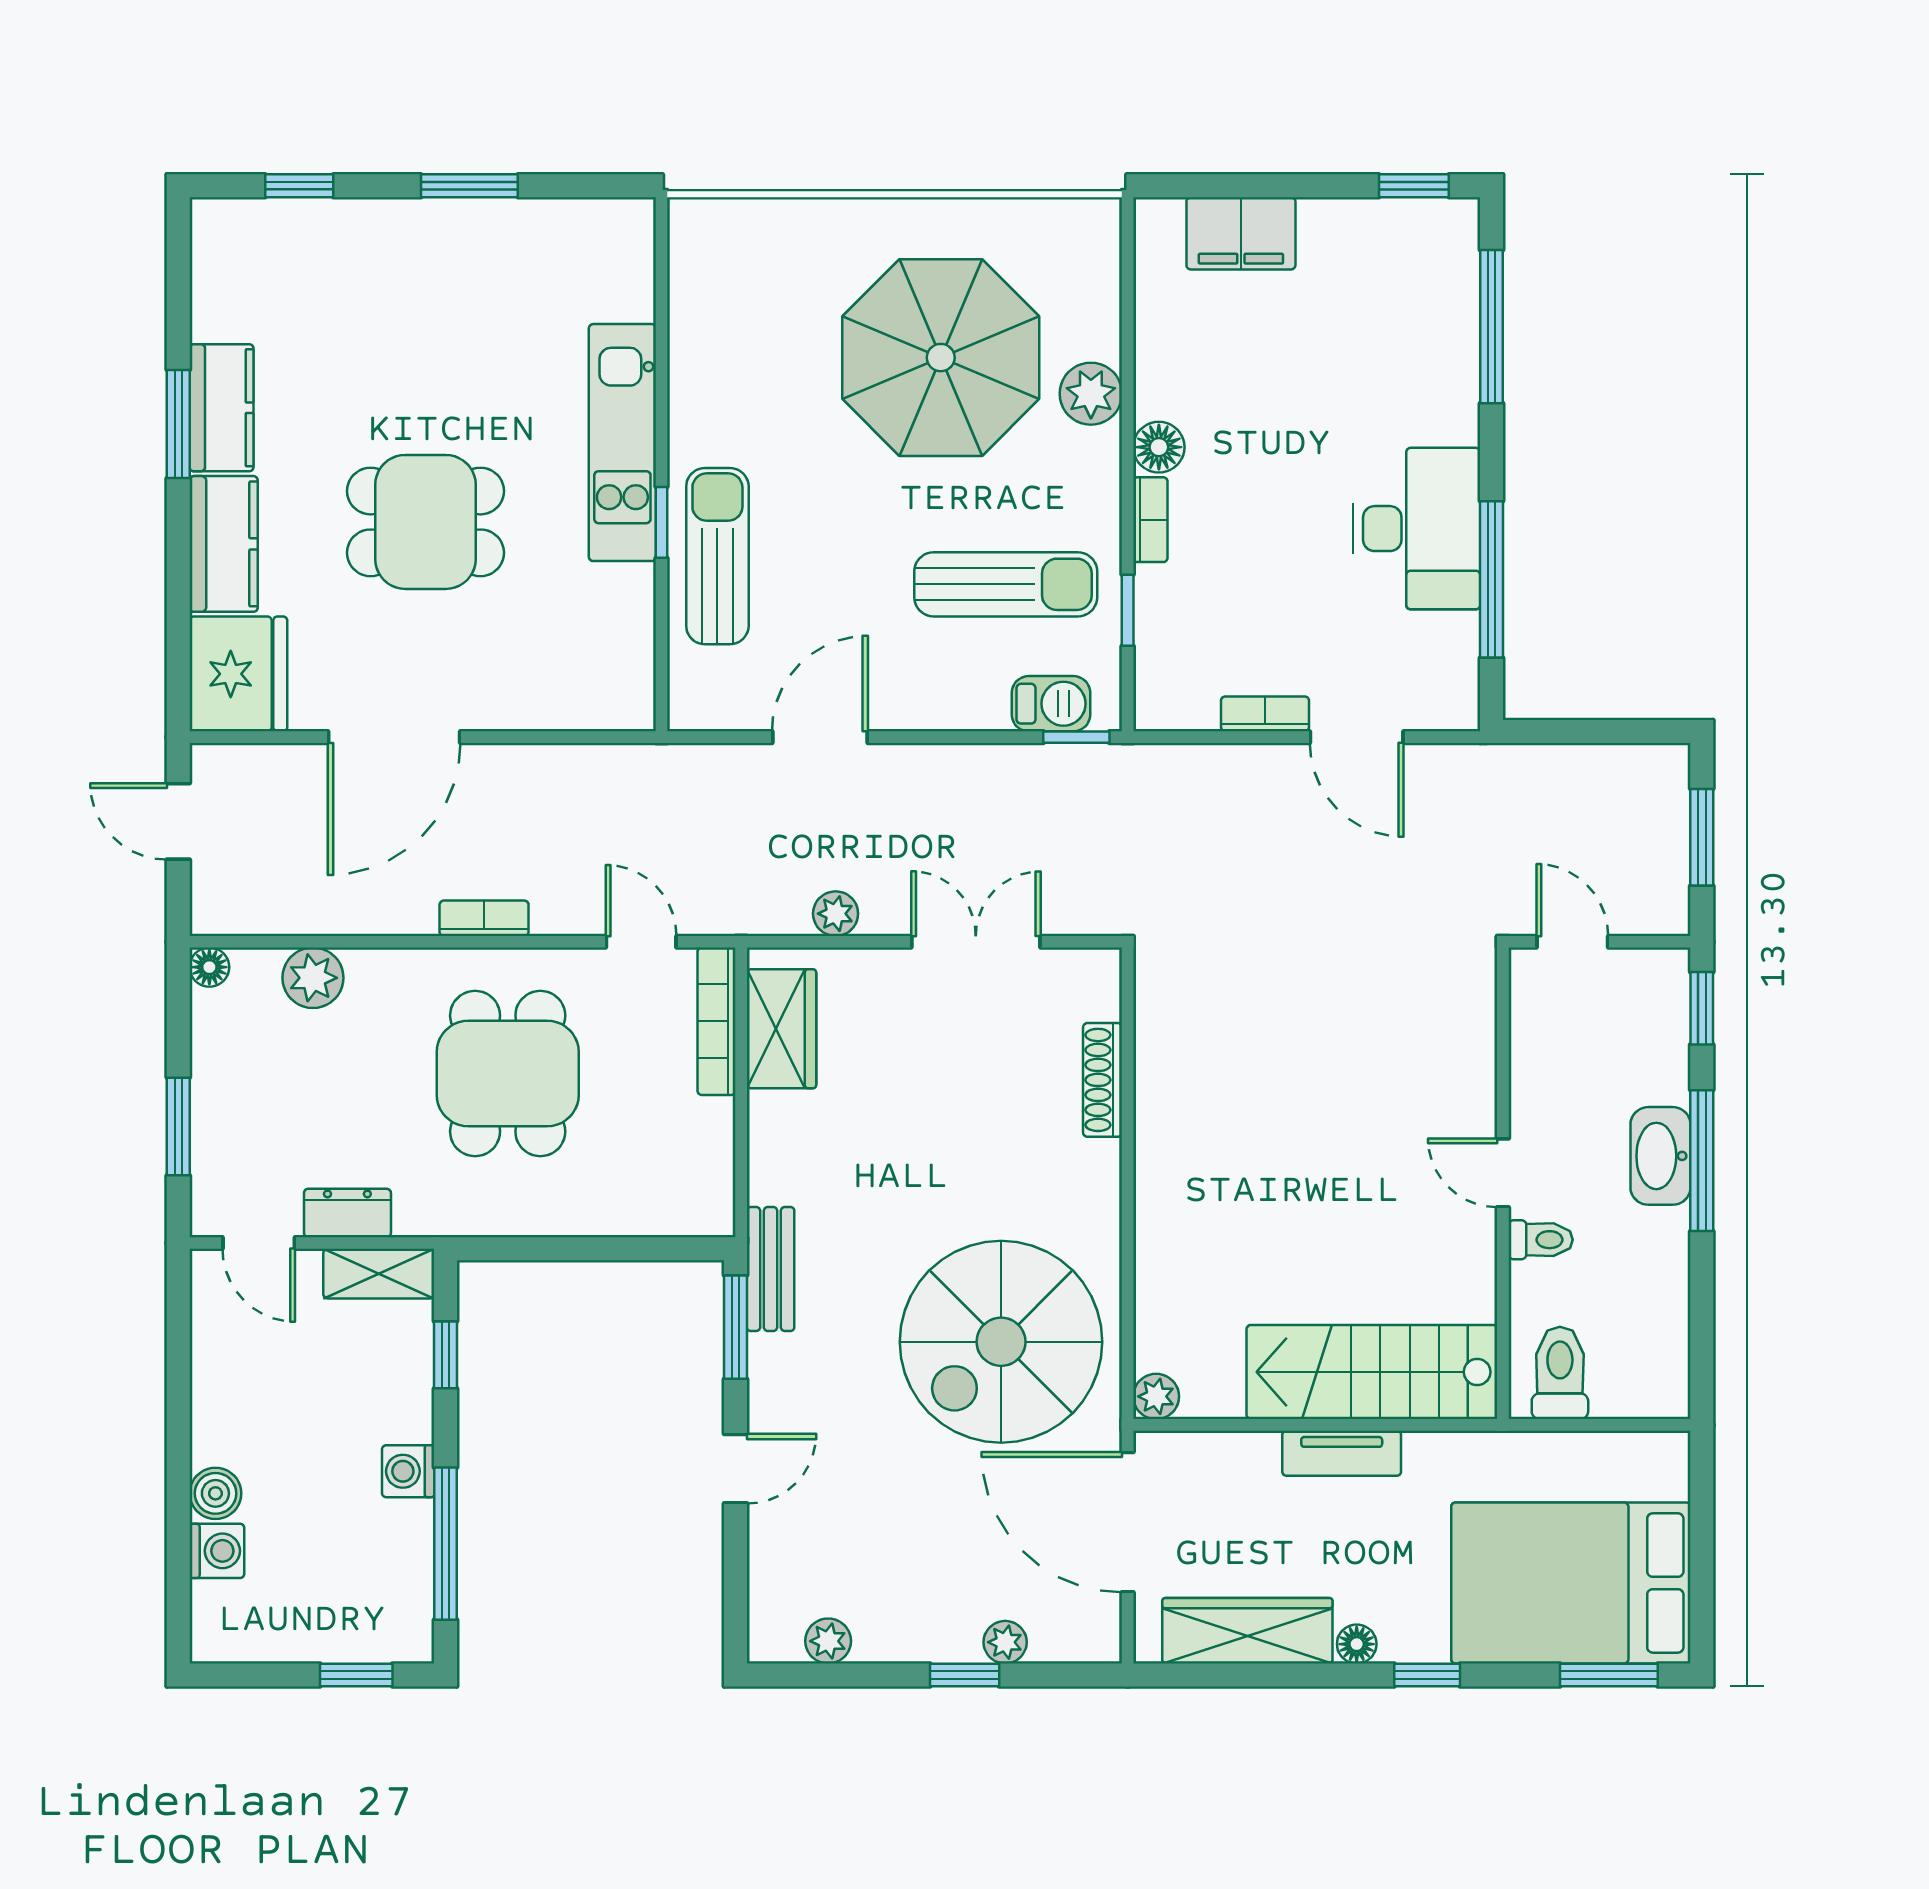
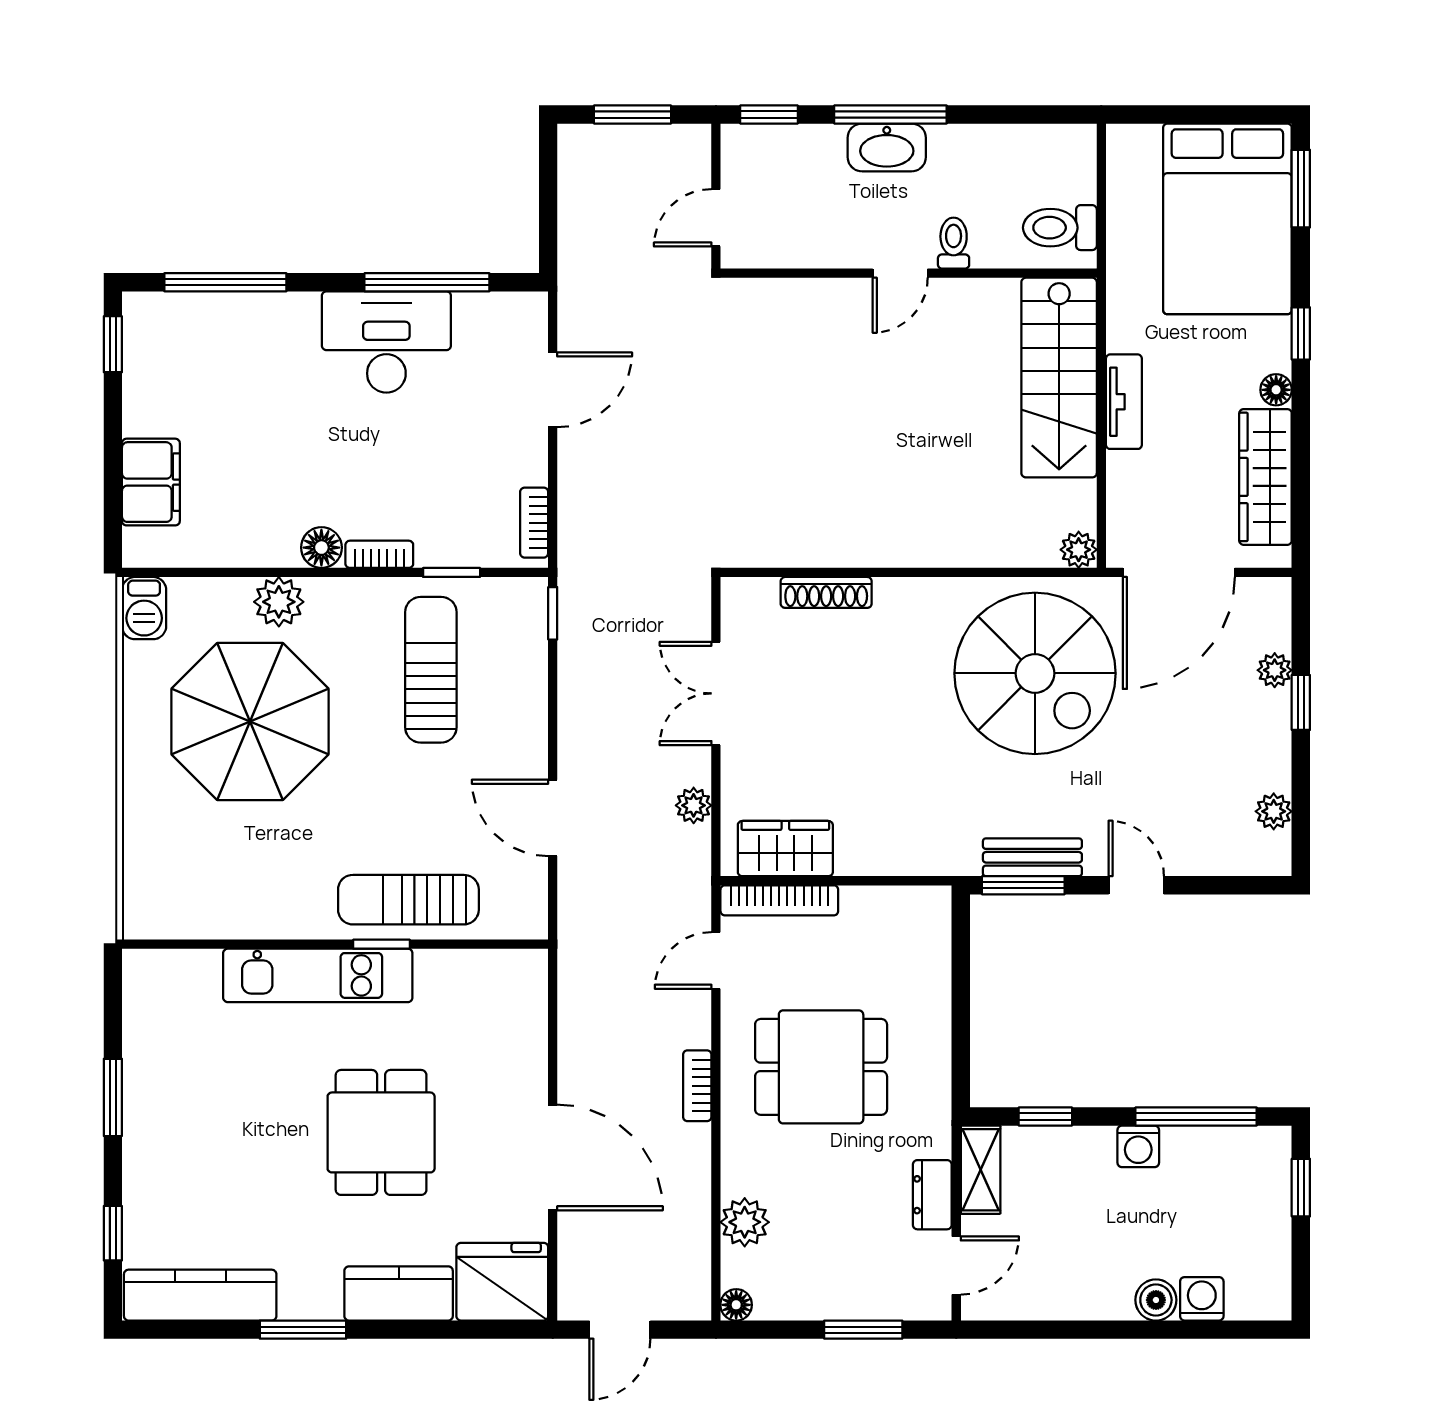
kitchen counter: (222, 408) -> (200, 1295), moved, width x1.50
barbecue: (1051, 704) -> (144, 608), moved, turned 180
bookcase: (1265, 714) -> (534, 523), moved
bench: (771, 1269) -> (1032, 857), moved

